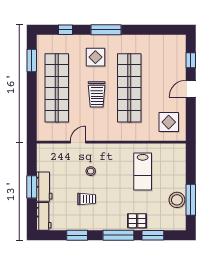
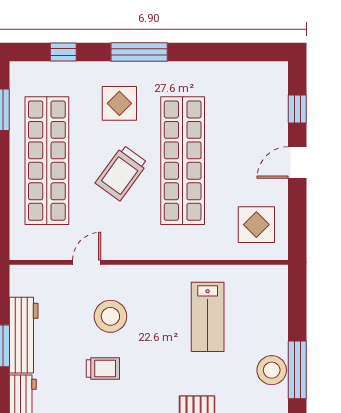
trolley: (97, 94) -> (121, 173), turned 36
stool: (91, 171) -> (110, 316), width x1.89, depth x1.89
workbench: (44, 187) -> (24, 335), width x1.37

